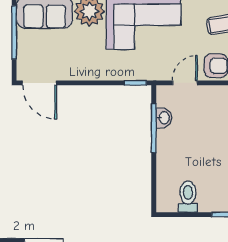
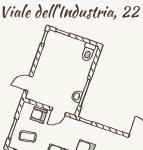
toilet: (188, 197) -> (88, 52), moved

